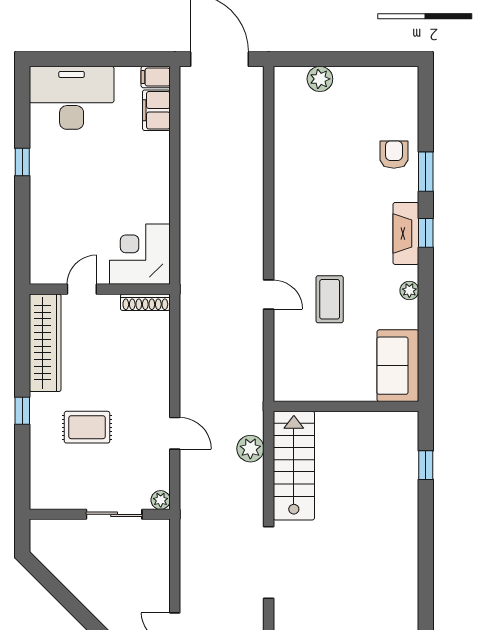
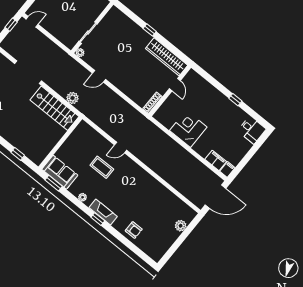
desk: (72, 98) -> (252, 130), width x0.53, depth x0.77
window: (426, 172) -> (54, 183), moved
corner desk: (140, 254) -> (188, 129), moved, turned -90
rug: (87, 427) -> (126, 48), removed

